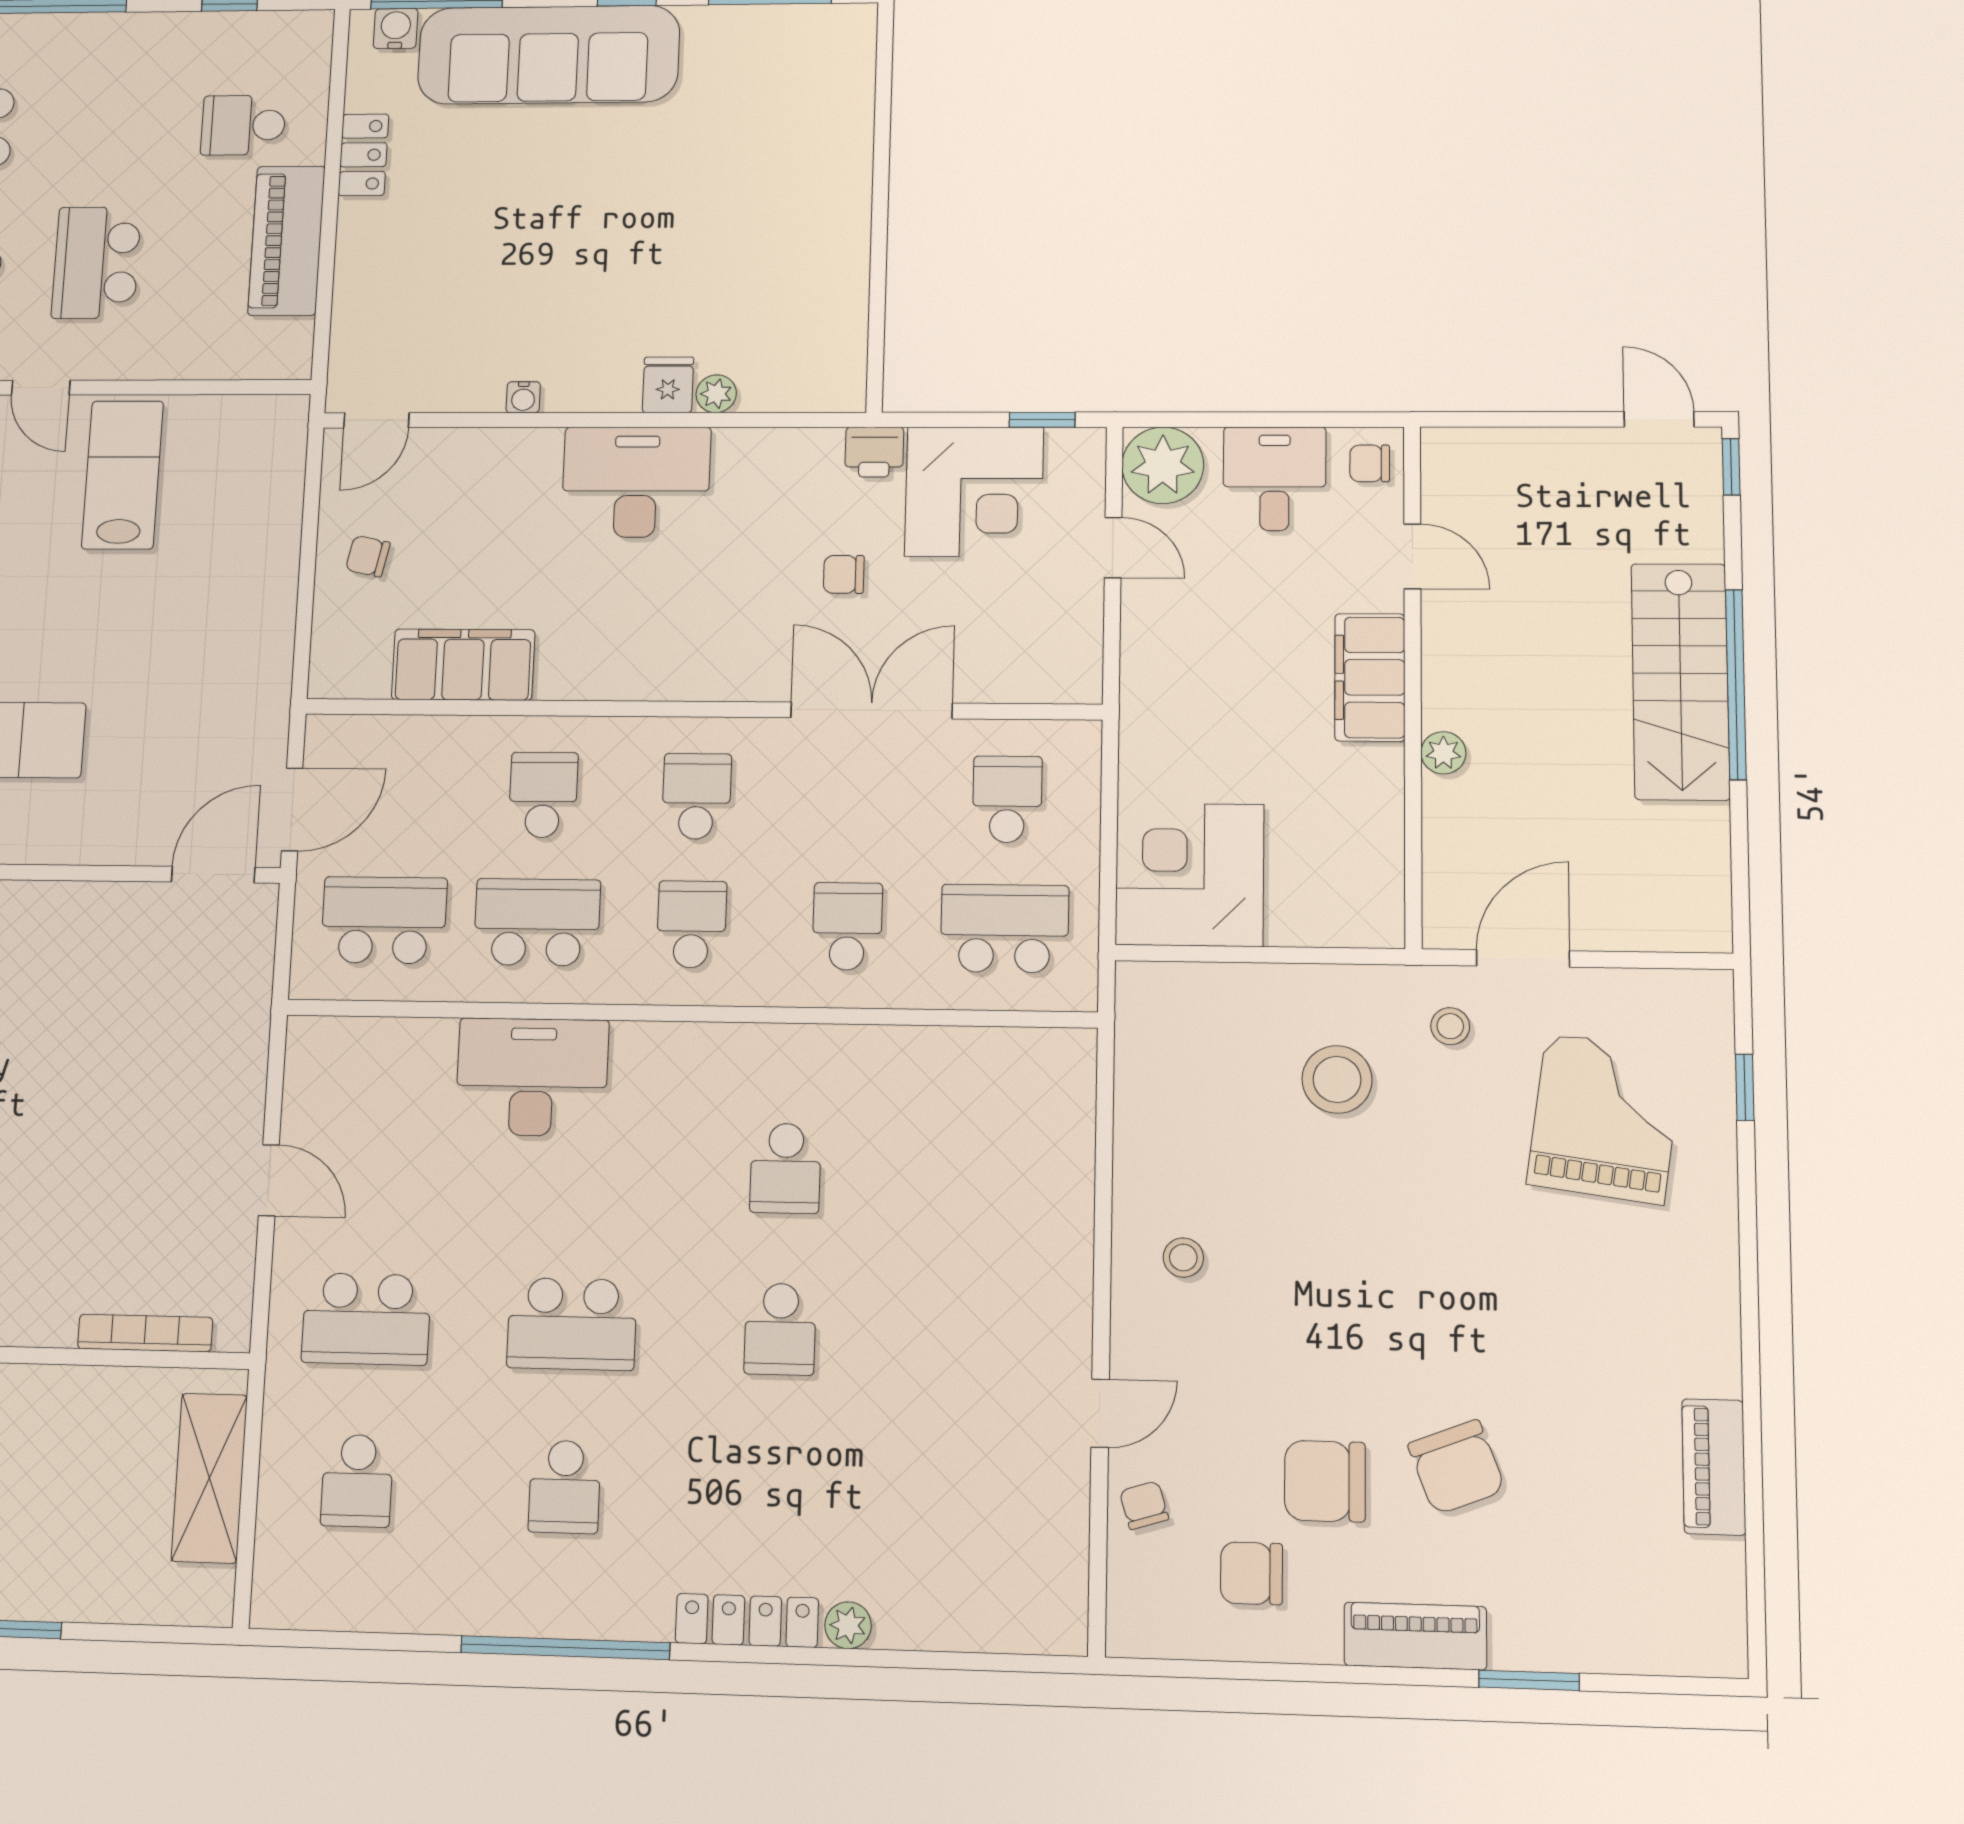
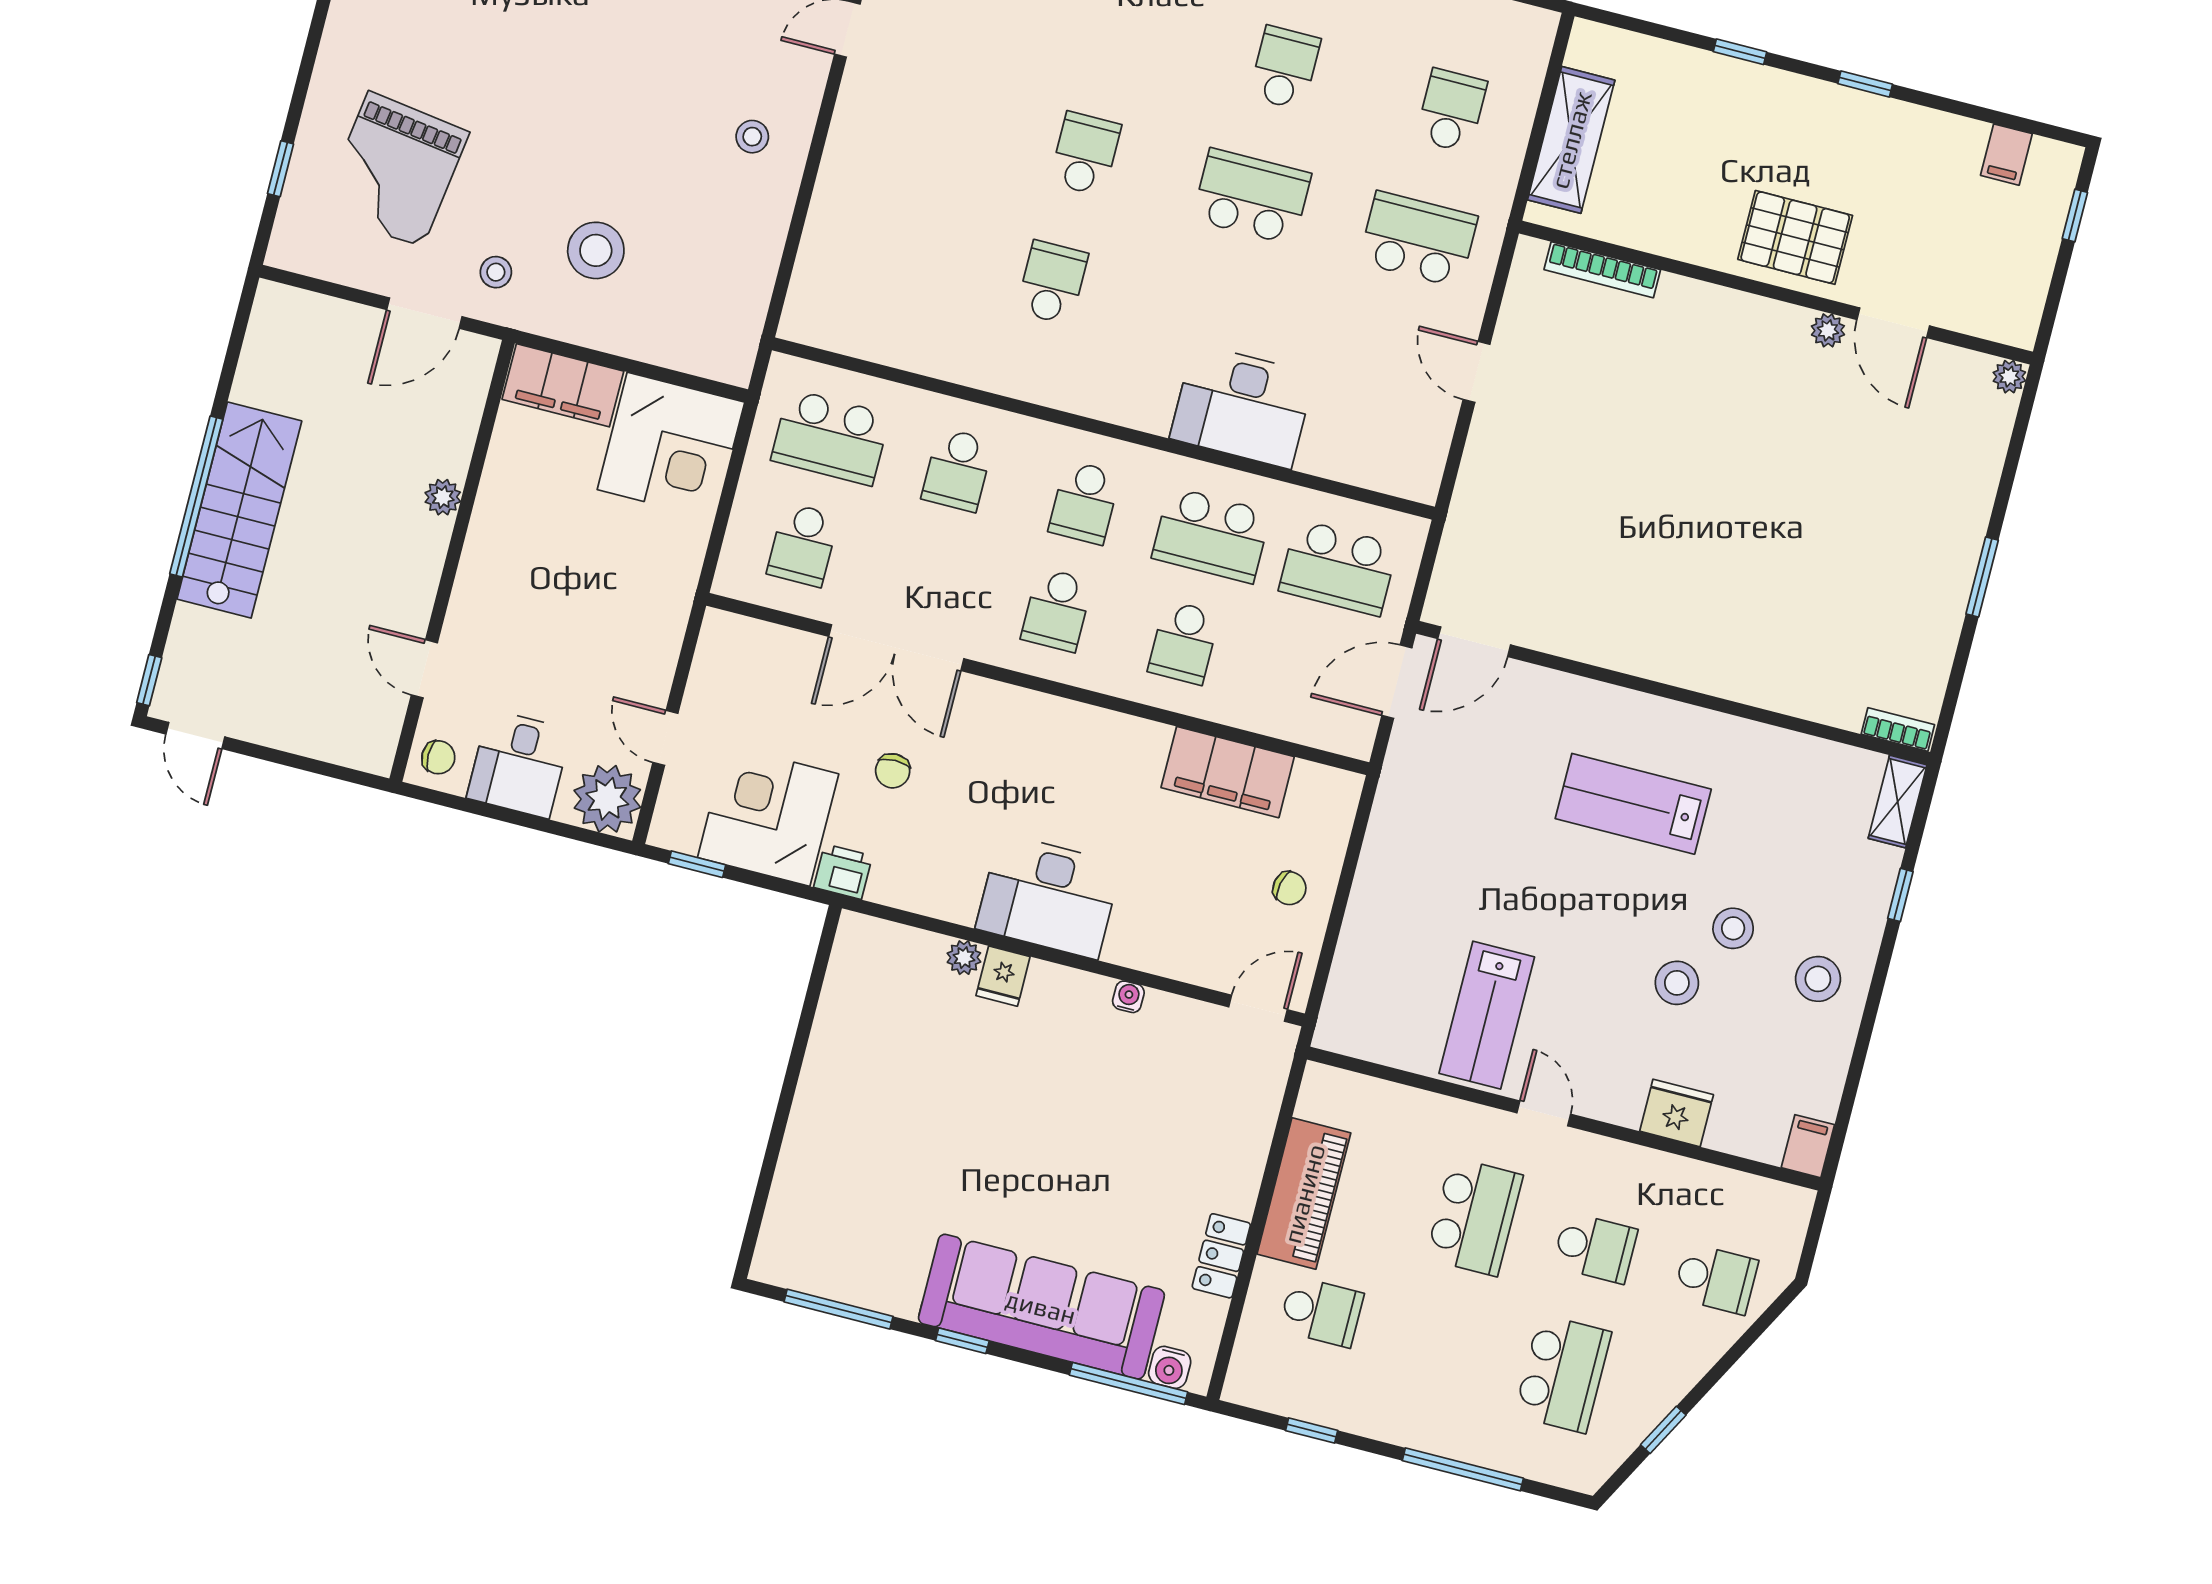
chair: (844, 574) -> (893, 771), turned 90
filing cabinet: (1370, 677) -> (563, 385), moved, turned 90

